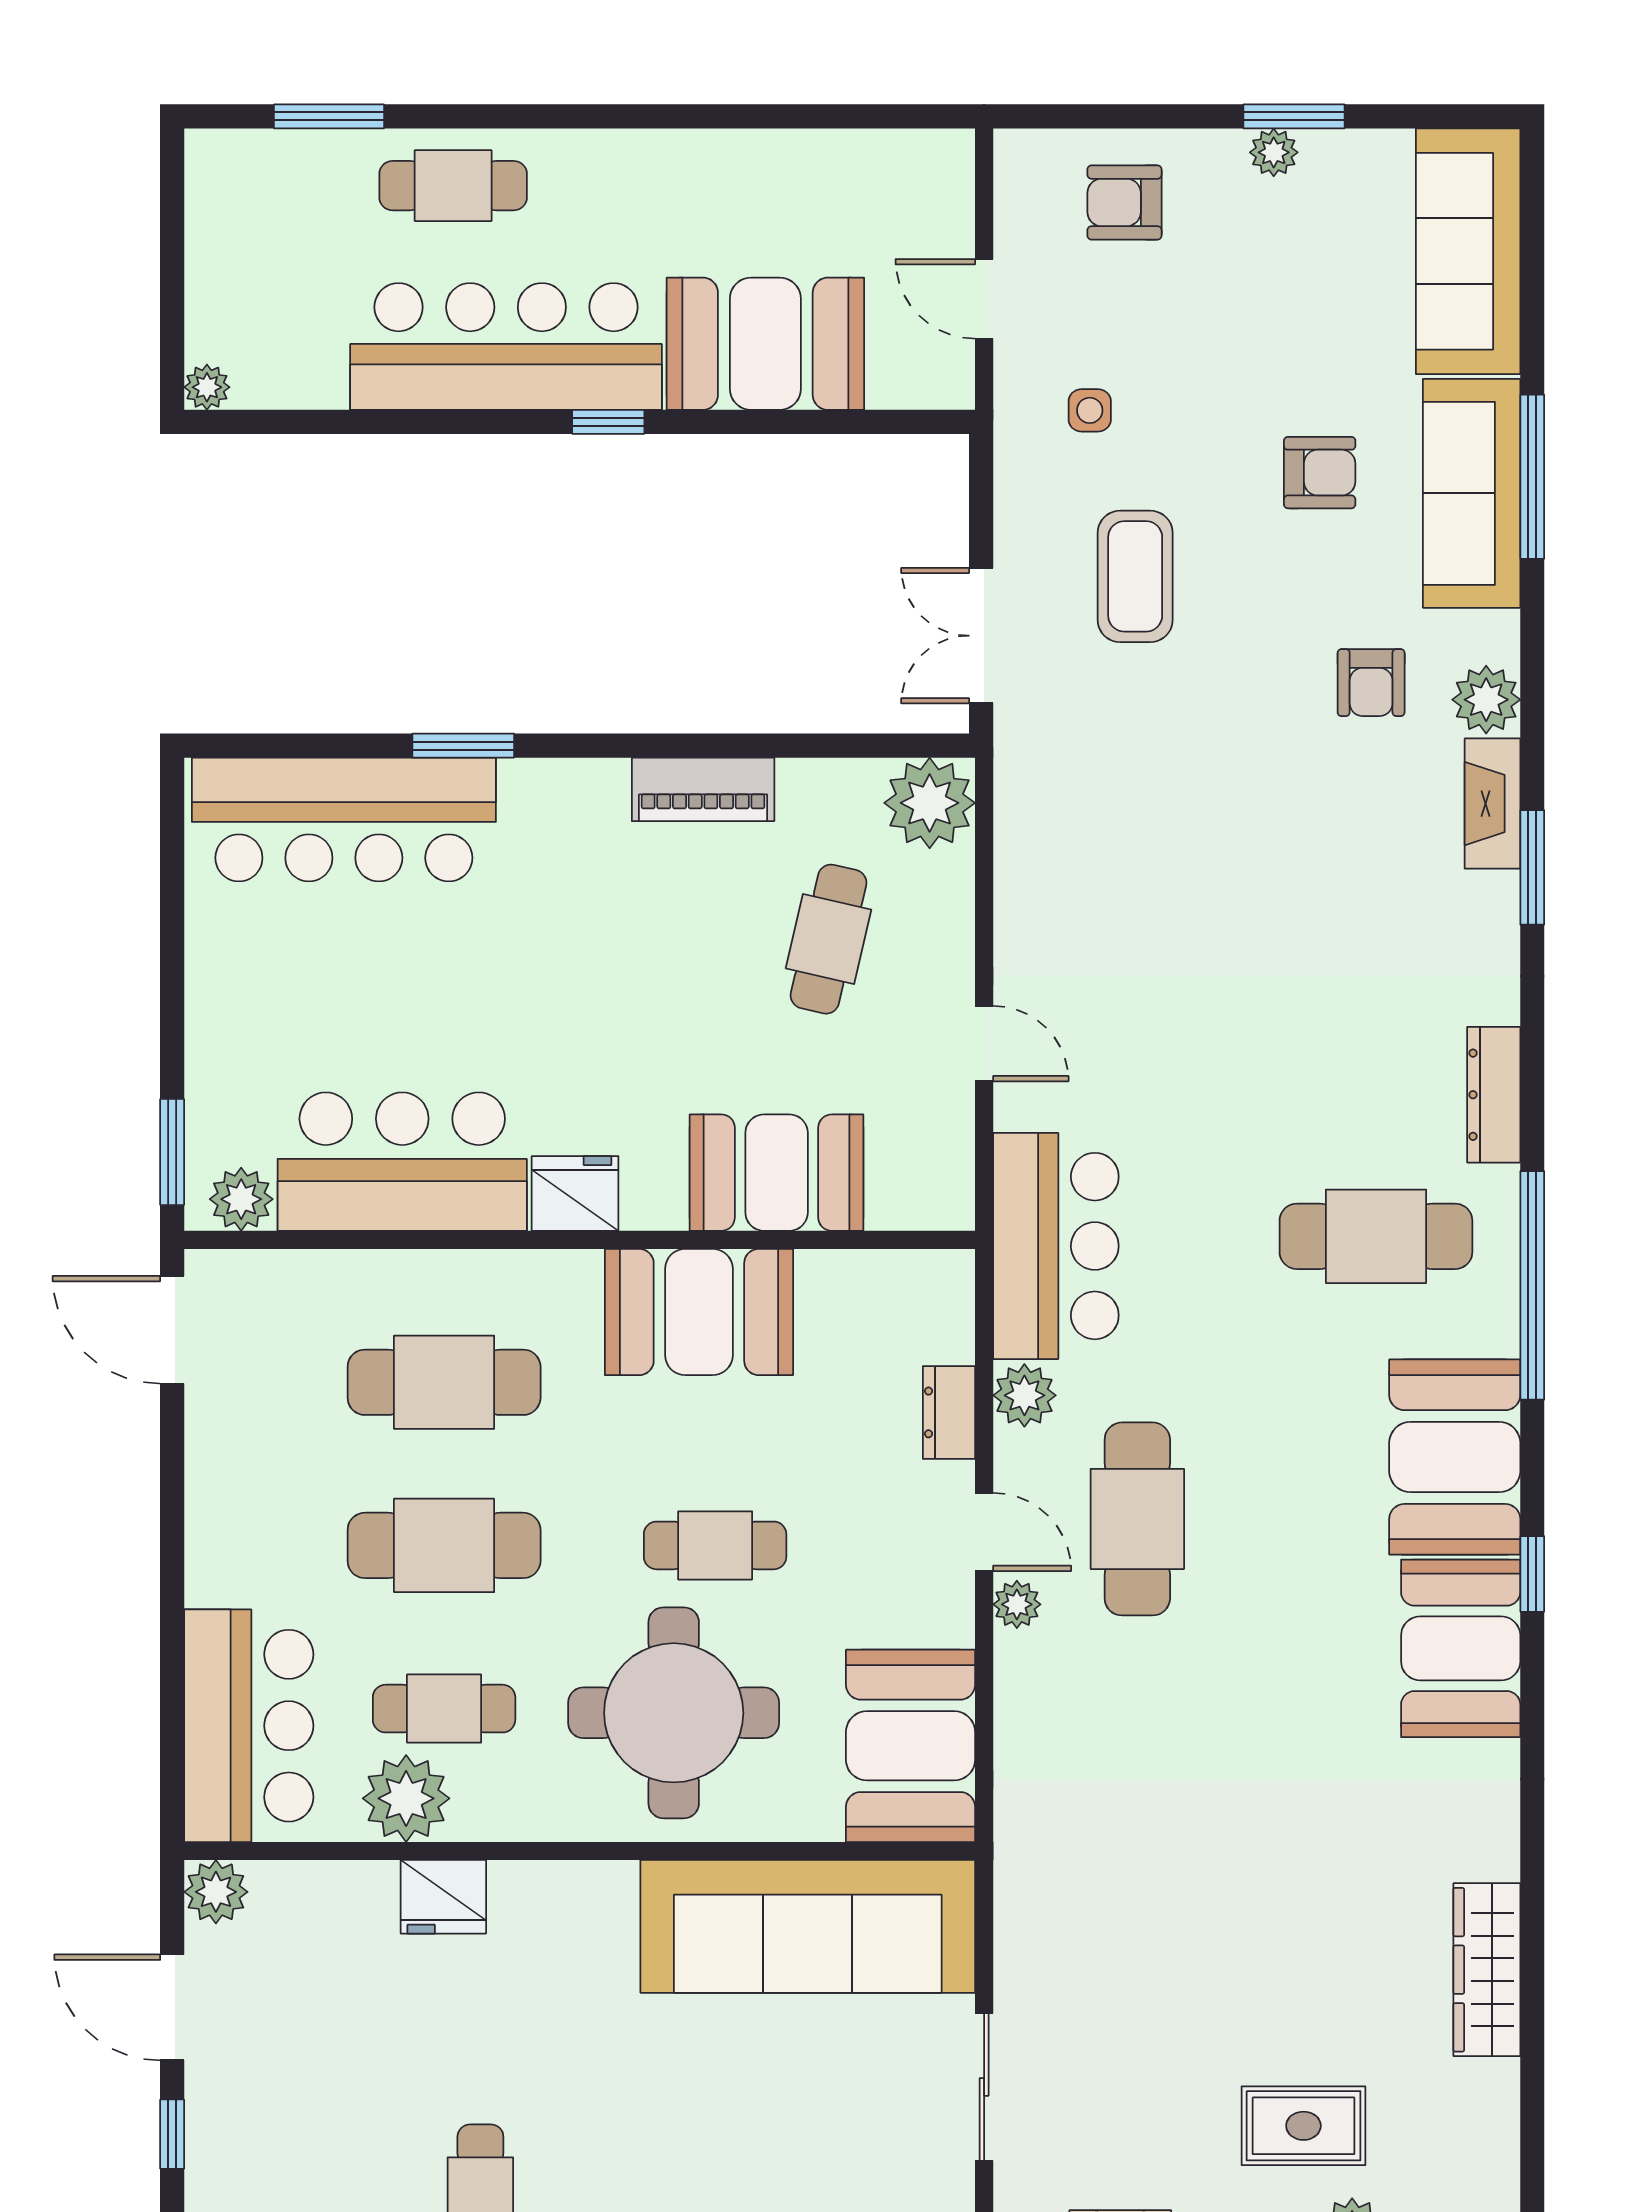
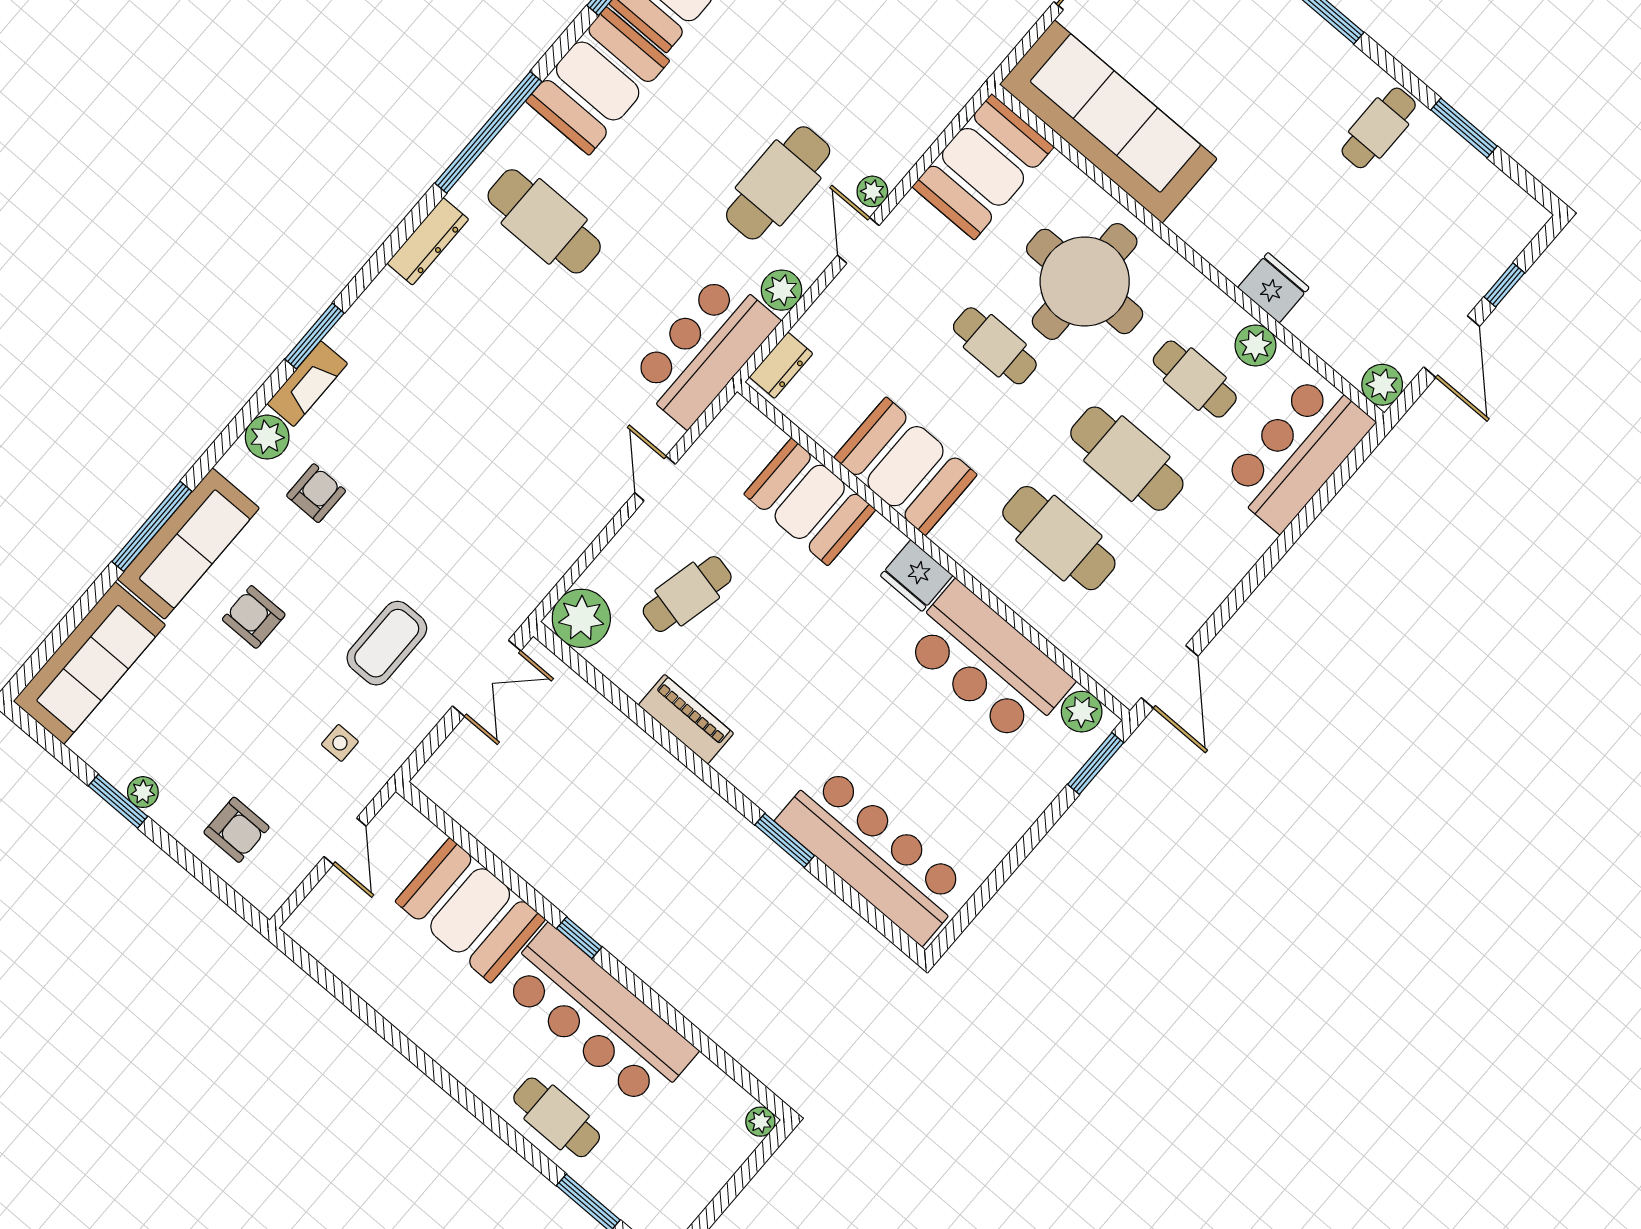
dresser: (949, 1412) -> (781, 365), moved
plant: (406, 1798) -> (1256, 345), width x0.73, depth x0.73

